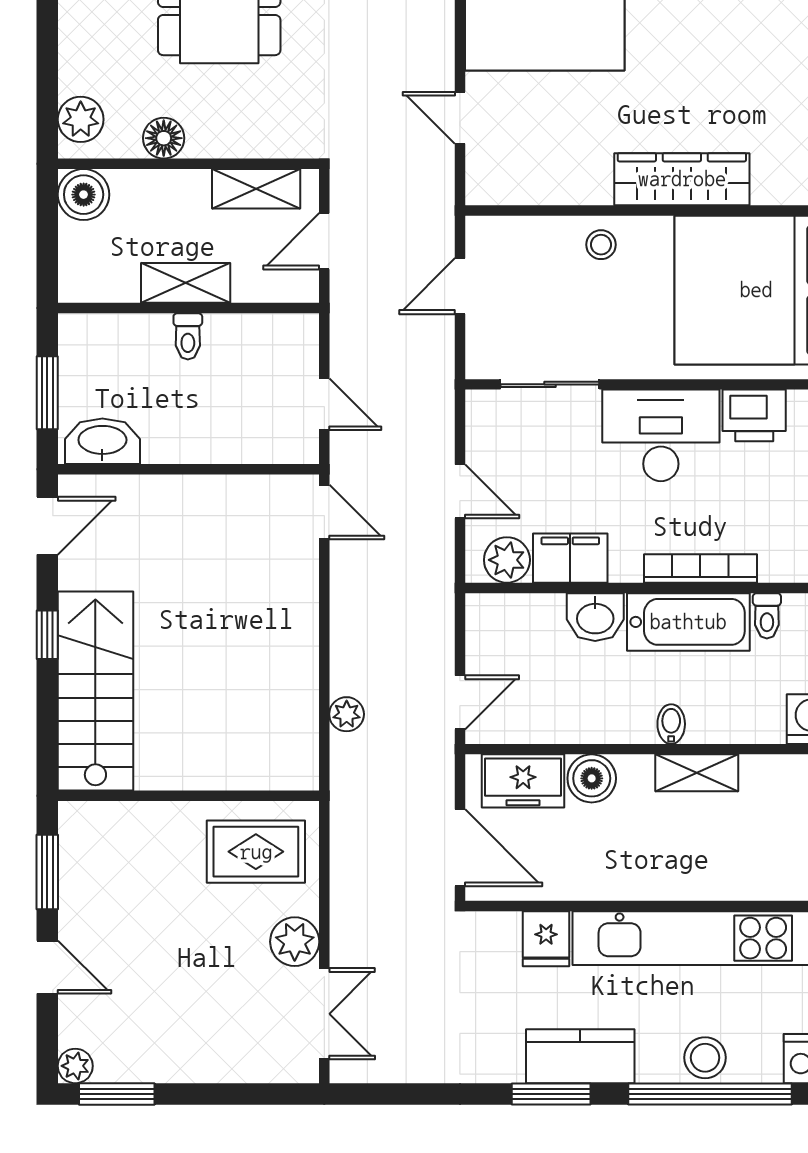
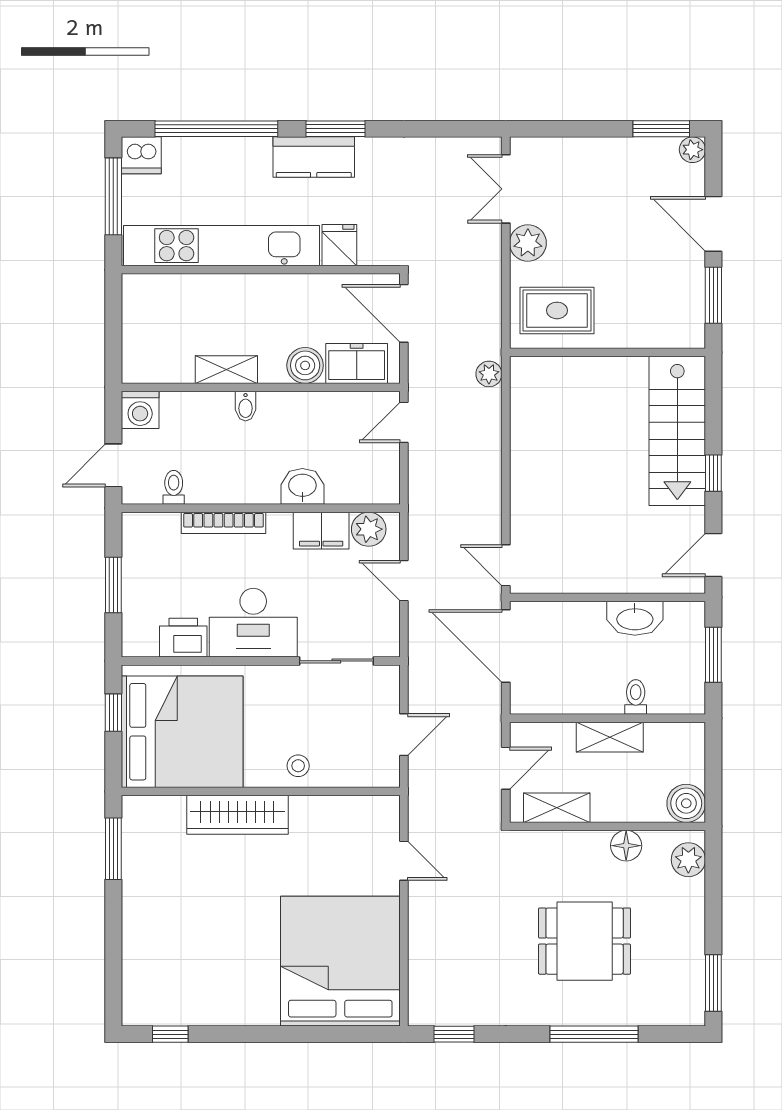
toilet: (188, 336) -> (636, 697), moved
door: (324, 404) -> (506, 646), width x1.87
washbasin: (102, 441) -> (635, 618), moved
bathtub: (688, 622) -> (233, 483), removed
plant: (347, 714) -> (489, 374), moved
door: (47, 967) -> (713, 224), width x1.38
stool: (705, 1058) -> (220, 156), removed

